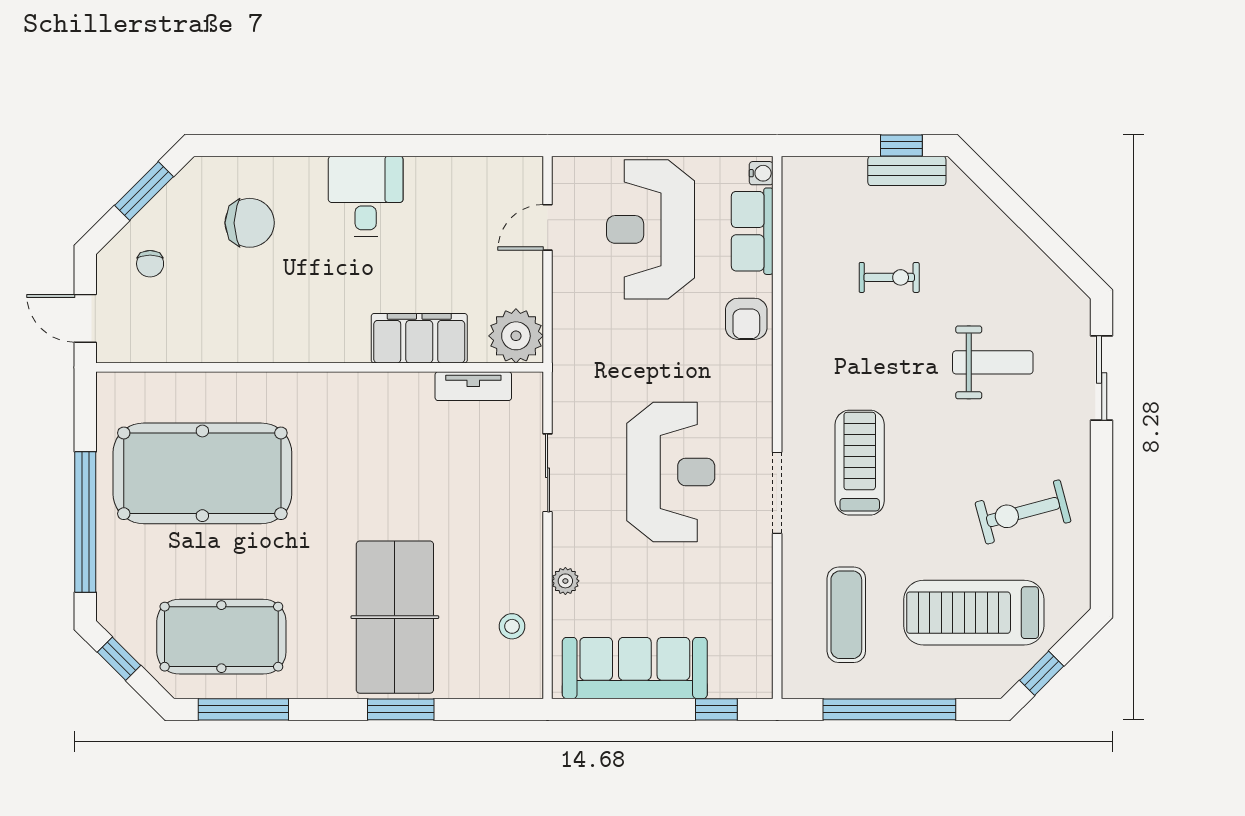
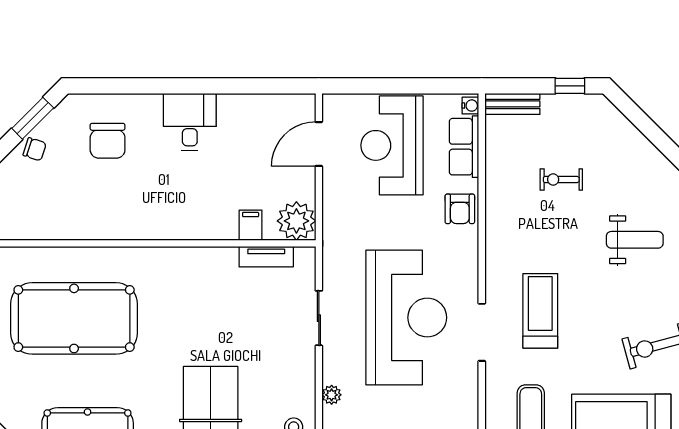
bench: (907, 171) -> (512, 104), moved
chair: (250, 223) -> (108, 141), turned 90
door: (548, 227) -> (319, 144), width x1.38
chair: (150, 264) -> (35, 149), moved, turned -72
exercise bike: (889, 277) -> (561, 180), turned 180
filing cabinet: (419, 338) -> (251, 225), width x0.33, depth x0.86
reception desk: (671, 472) -> (406, 318), width x1.36, depth x1.30

